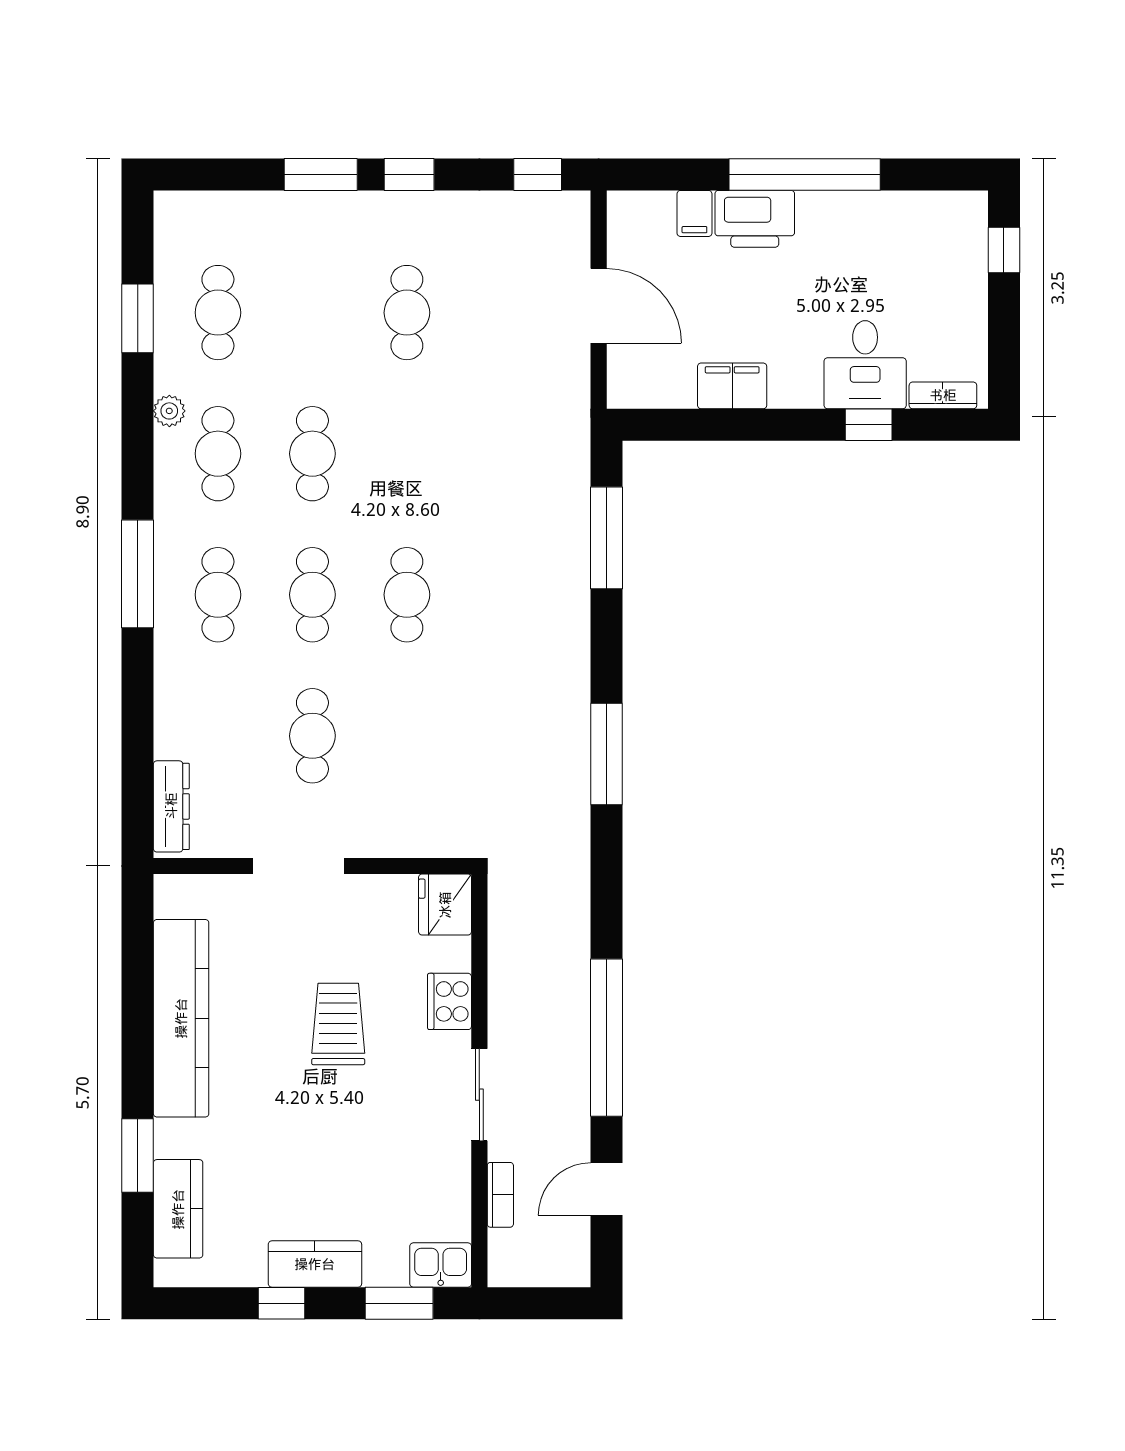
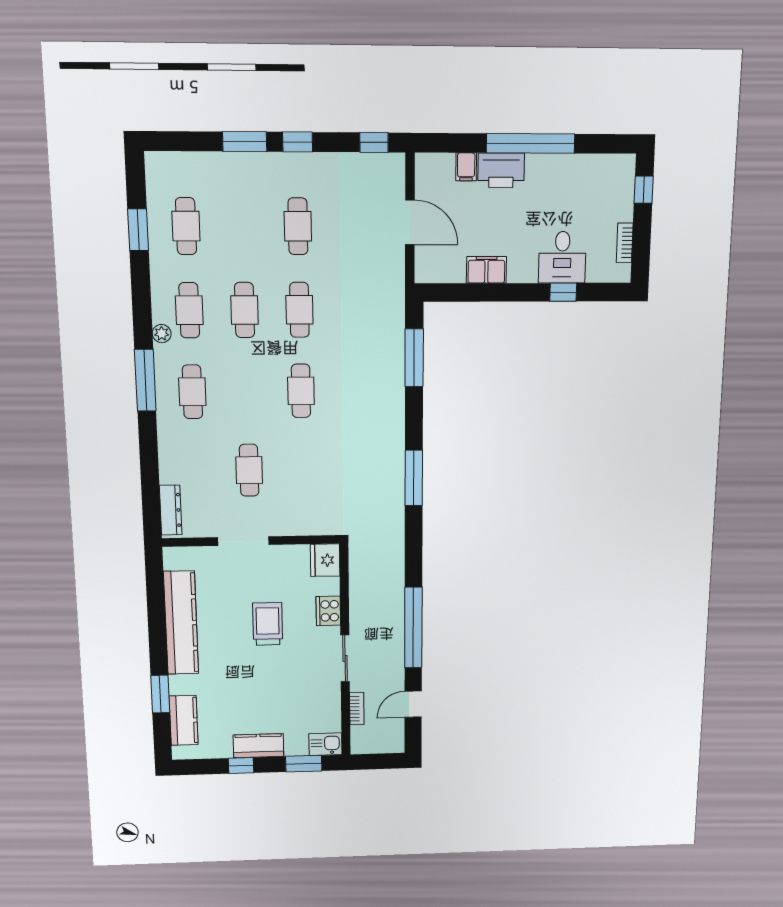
bookcase: (943, 395) -> (625, 243), moved, turned -90
plant: (169, 411) -> (162, 334), moved
cafe table: (312, 595) -> (299, 310), moved

